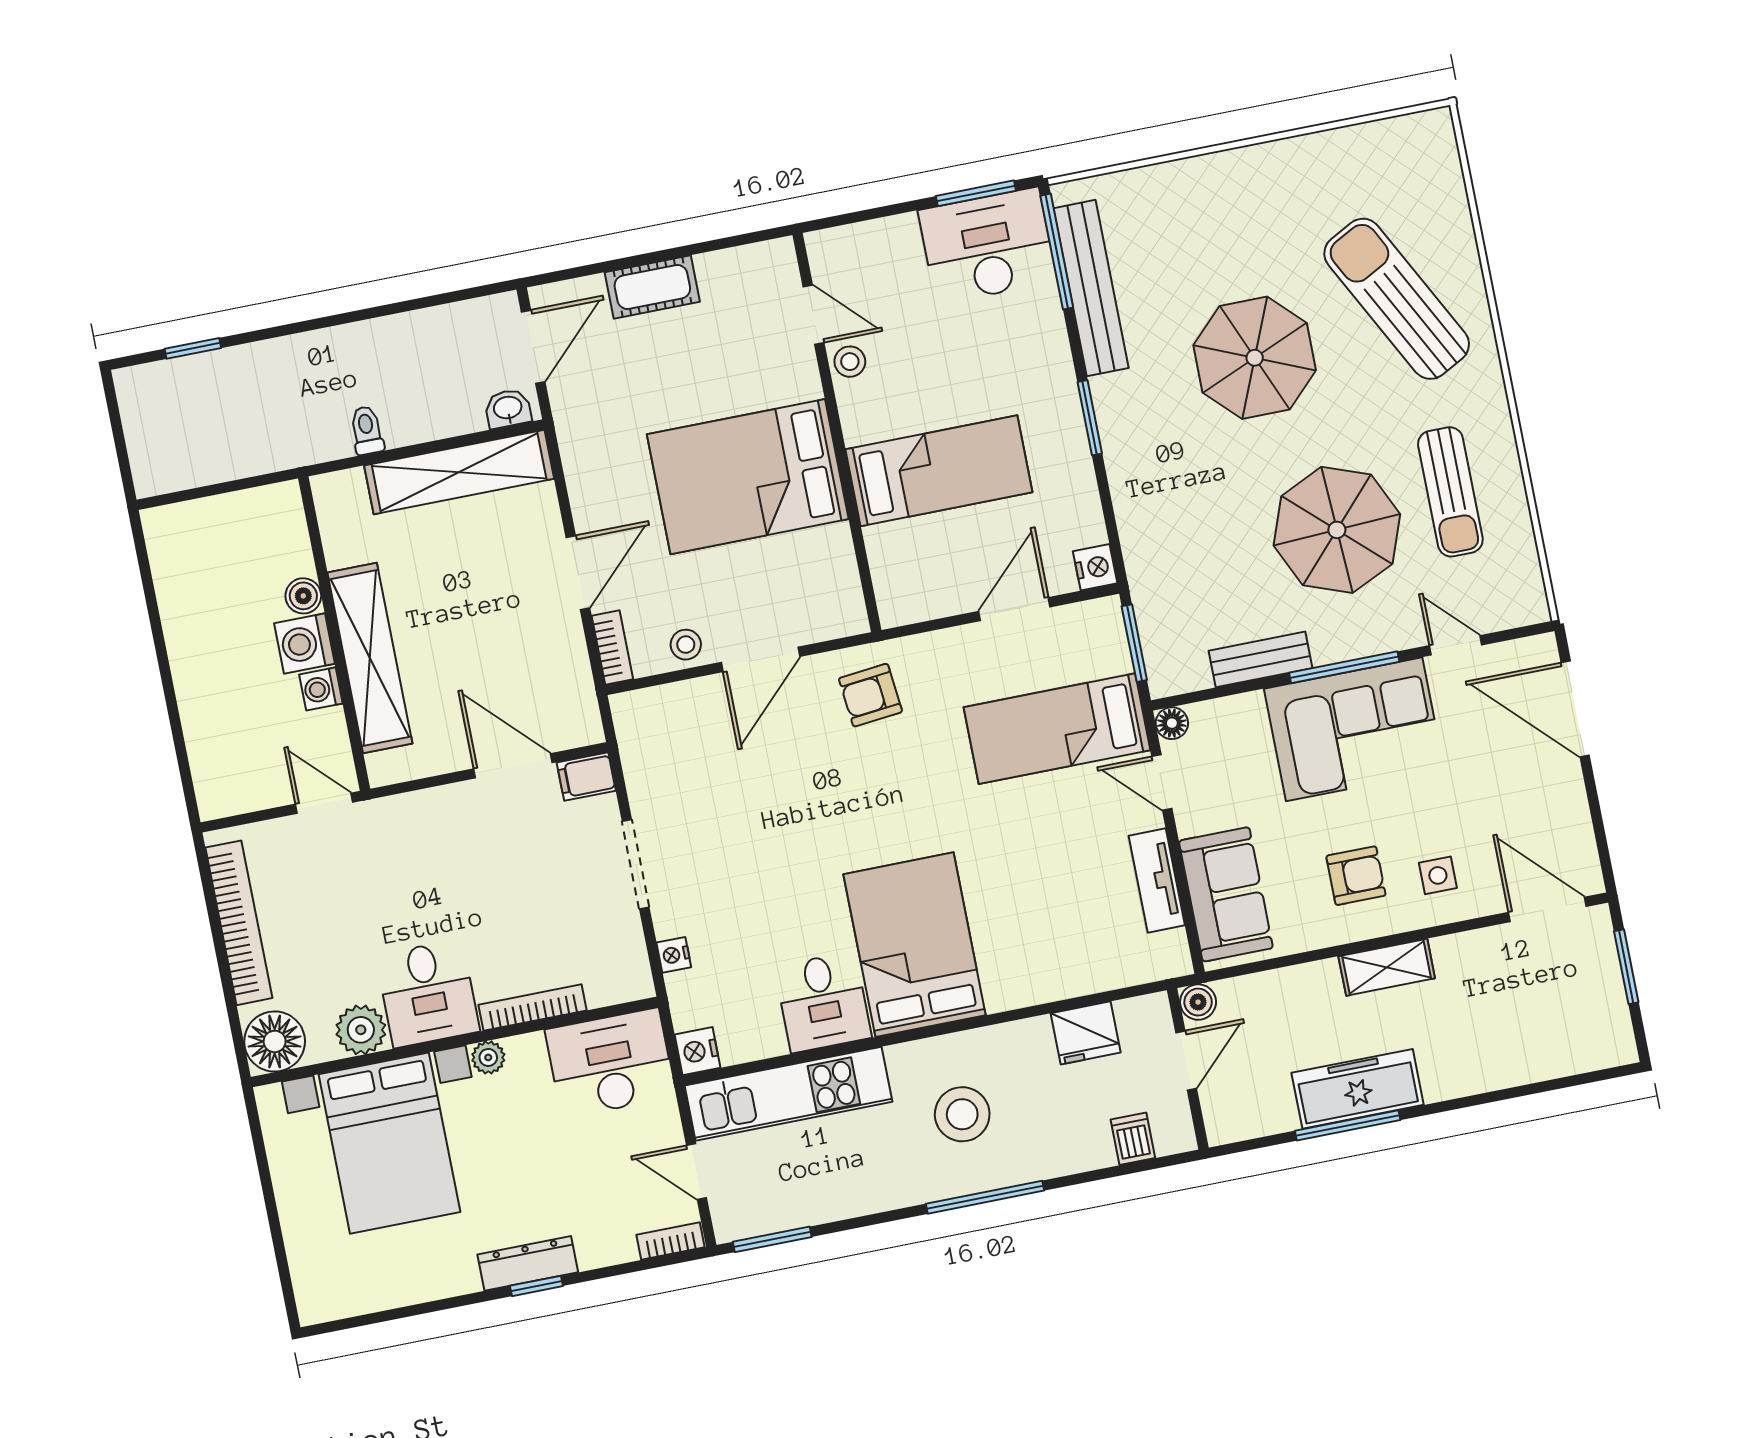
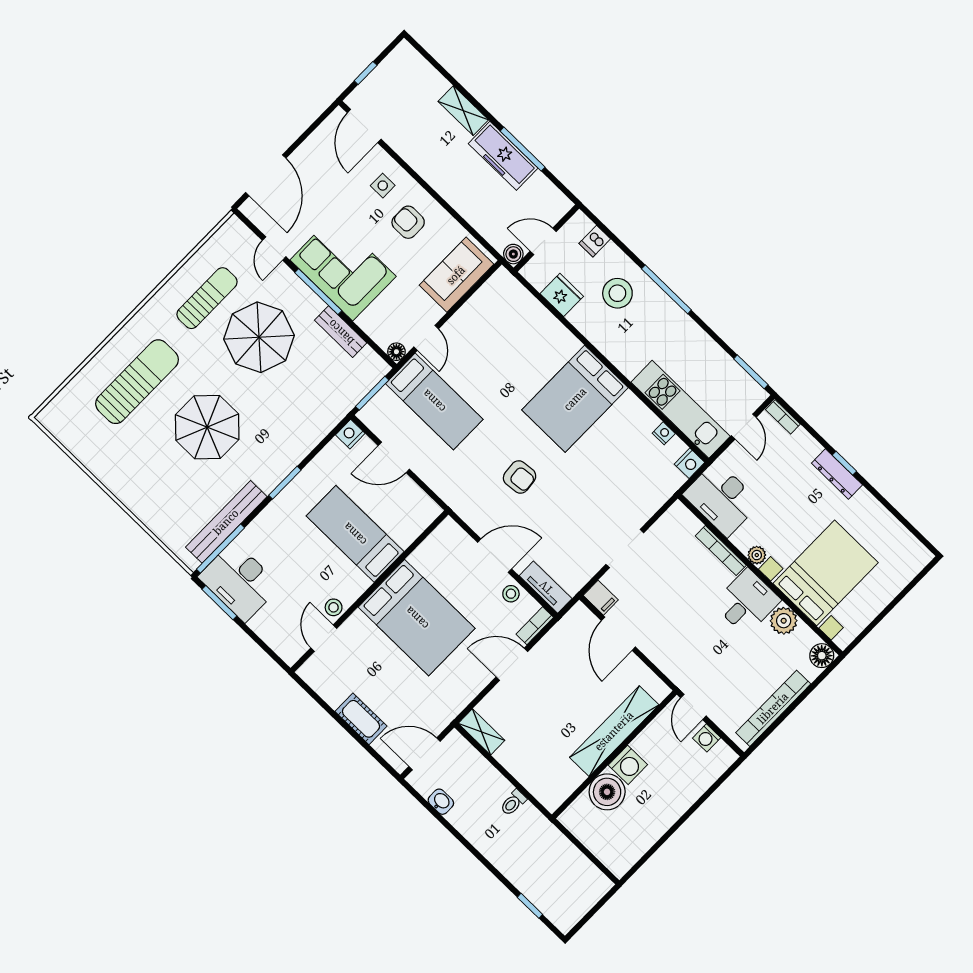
sun lounger: (1397, 299) -> (137, 382), turned -152
washbasin: (508, 408) -> (441, 802), moved, turned 180
shelving: (459, 472) -> (482, 732), width x0.45, depth x0.75
boiler: (303, 596) -> (607, 792), width x1.86, depth x1.86
washing machine: (321, 689) -> (707, 738), moved, turned 90
armchair: (870, 695) -> (520, 477), moved
tv unit: (1157, 881) -> (546, 587), moved, turned -90
nightstand: (674, 955) -> (664, 433), moved, turned -90
shelving: (1387, 967) -> (463, 111), moved
window: (1626, 967) -> (366, 73), width x0.67
desk: (823, 1002) -> (629, 422), removed
floor lamp: (275, 1041) -> (822, 656), width x0.73, depth x0.73
stool: (962, 1114) -> (617, 293), moved

